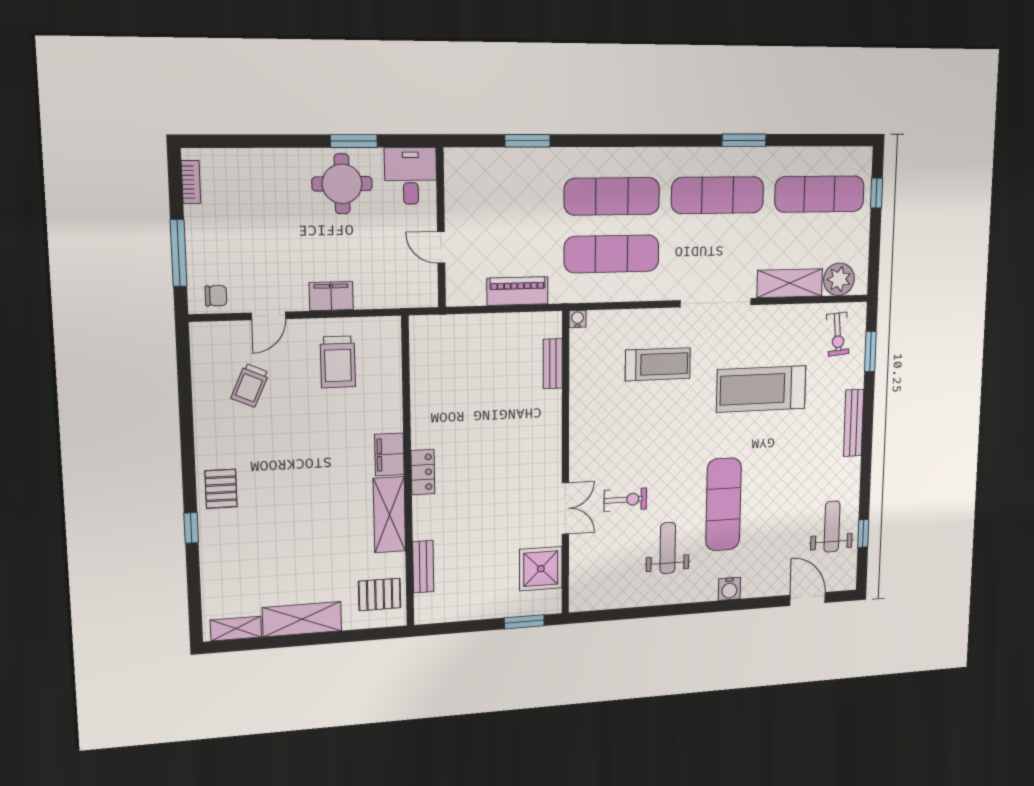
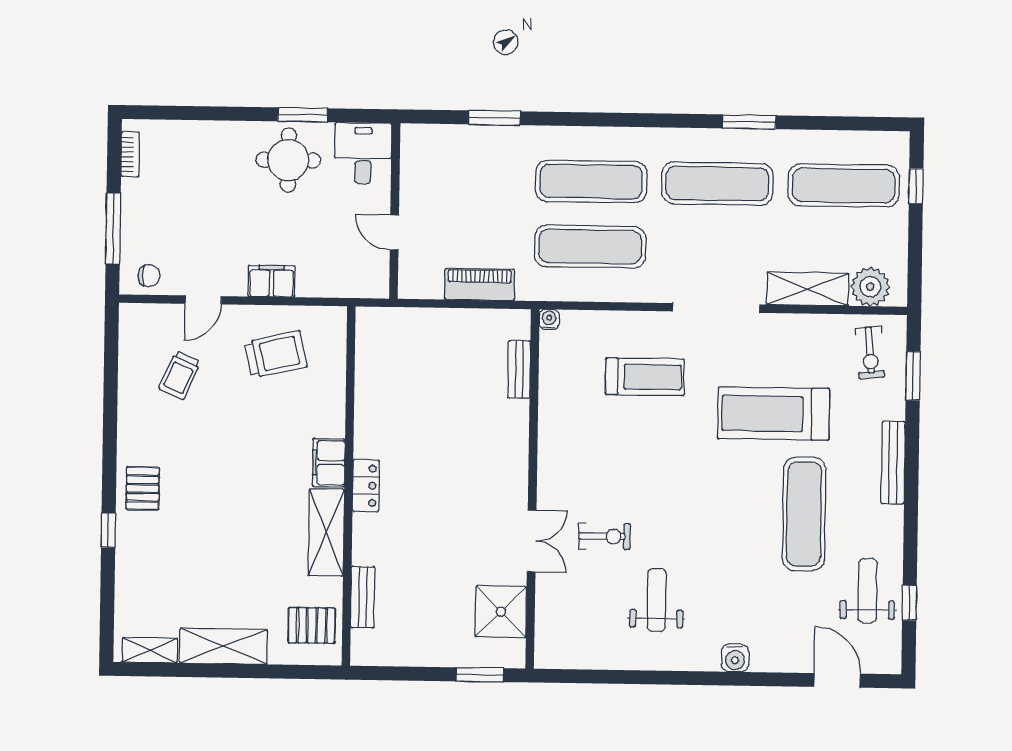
trolley: (338, 362) -> (276, 354), turned -103
exercise mat: (723, 504) -> (804, 514), moved

